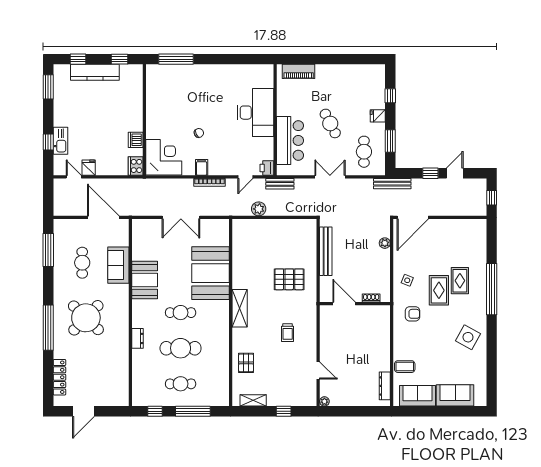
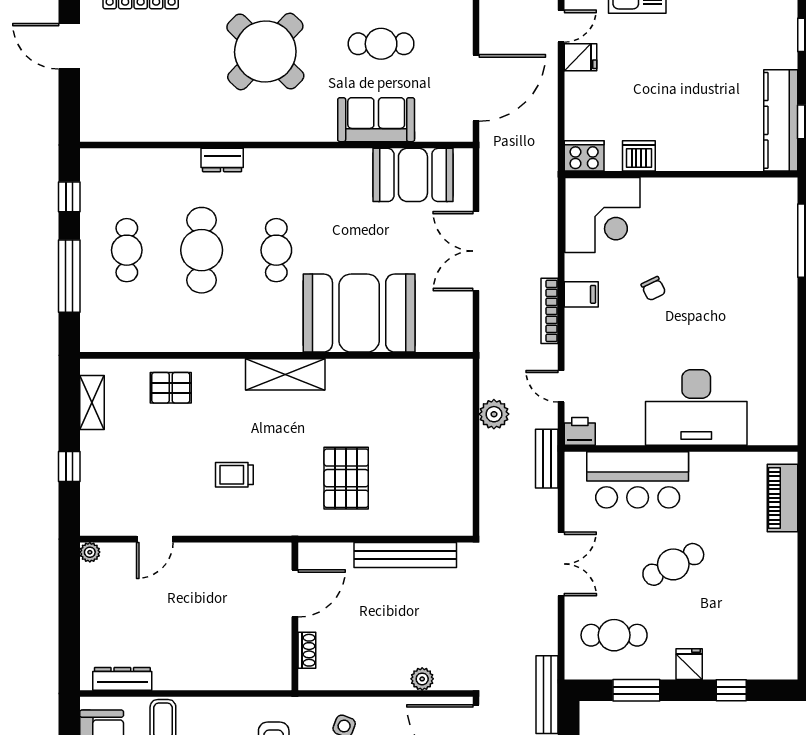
kitchen counter: (95, 72) -> (781, 120), moved
booth: (145, 280) -> (413, 175), moved

